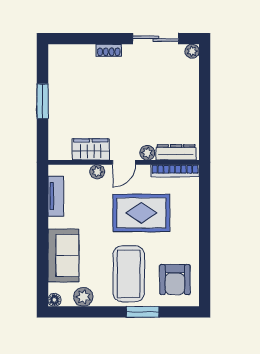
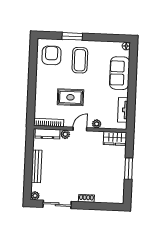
bench: (192, 99) -> (37, 166), added
wardrobe: (91, 149) -> (115, 138), moved
rug: (141, 213) -> (70, 97), width x0.73, depth x0.70
coffee table: (129, 274) -> (80, 60), width x0.73, depth x0.76
plant: (83, 297) -> (108, 47), removed

